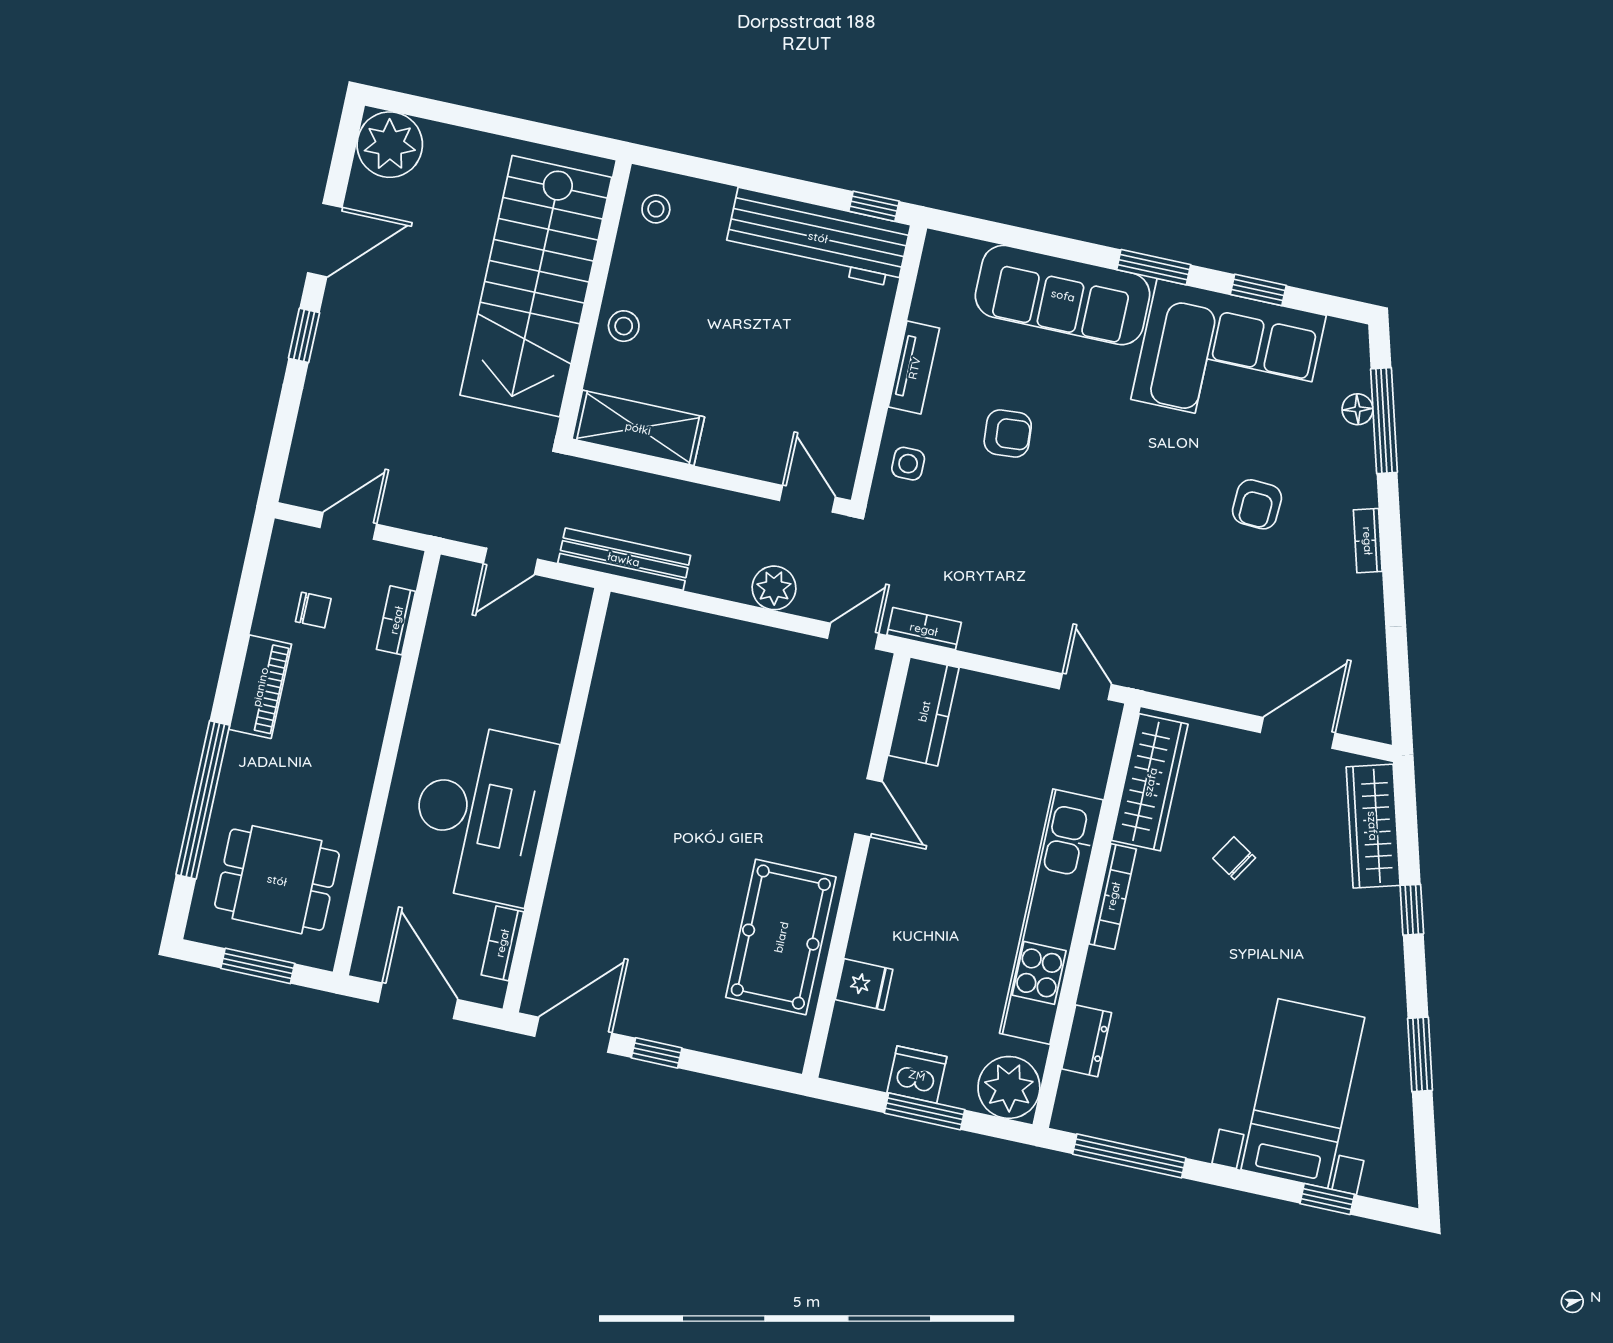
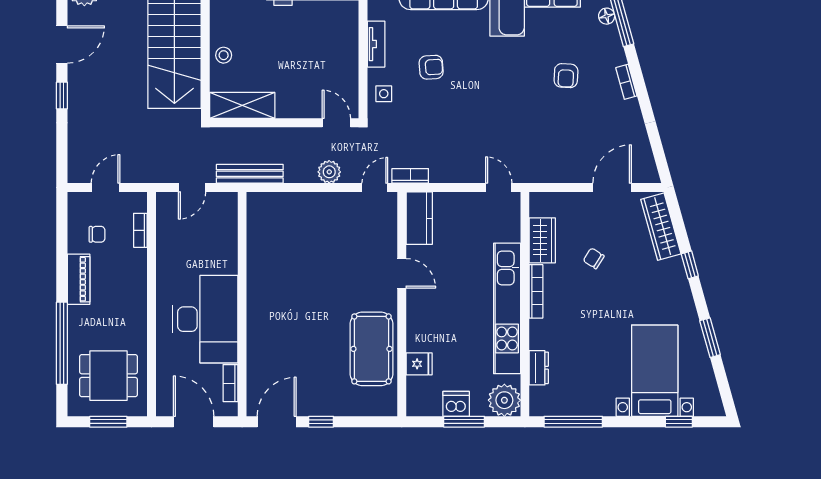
wardrobe: (1150, 782) -> (542, 240), width x0.67

